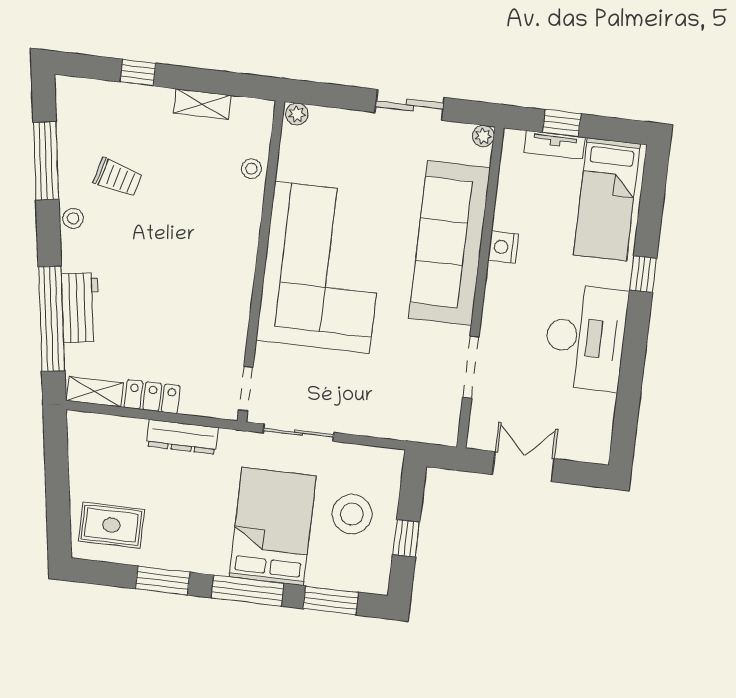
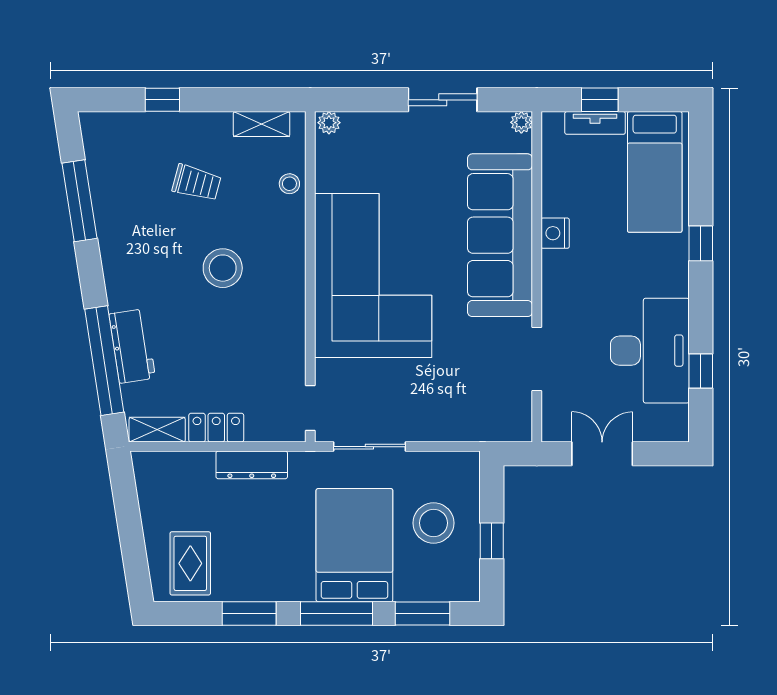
shelving: (202, 104) -> (262, 124), moved
trolley: (118, 178) -> (197, 183), moved
stool: (73, 218) -> (223, 268), moved, width x1.89, depth x1.89
desk: (586, 338) -> (650, 351), moved
window: (628, 398) -> (701, 371), added
rug: (111, 525) -> (190, 563), turned 90

